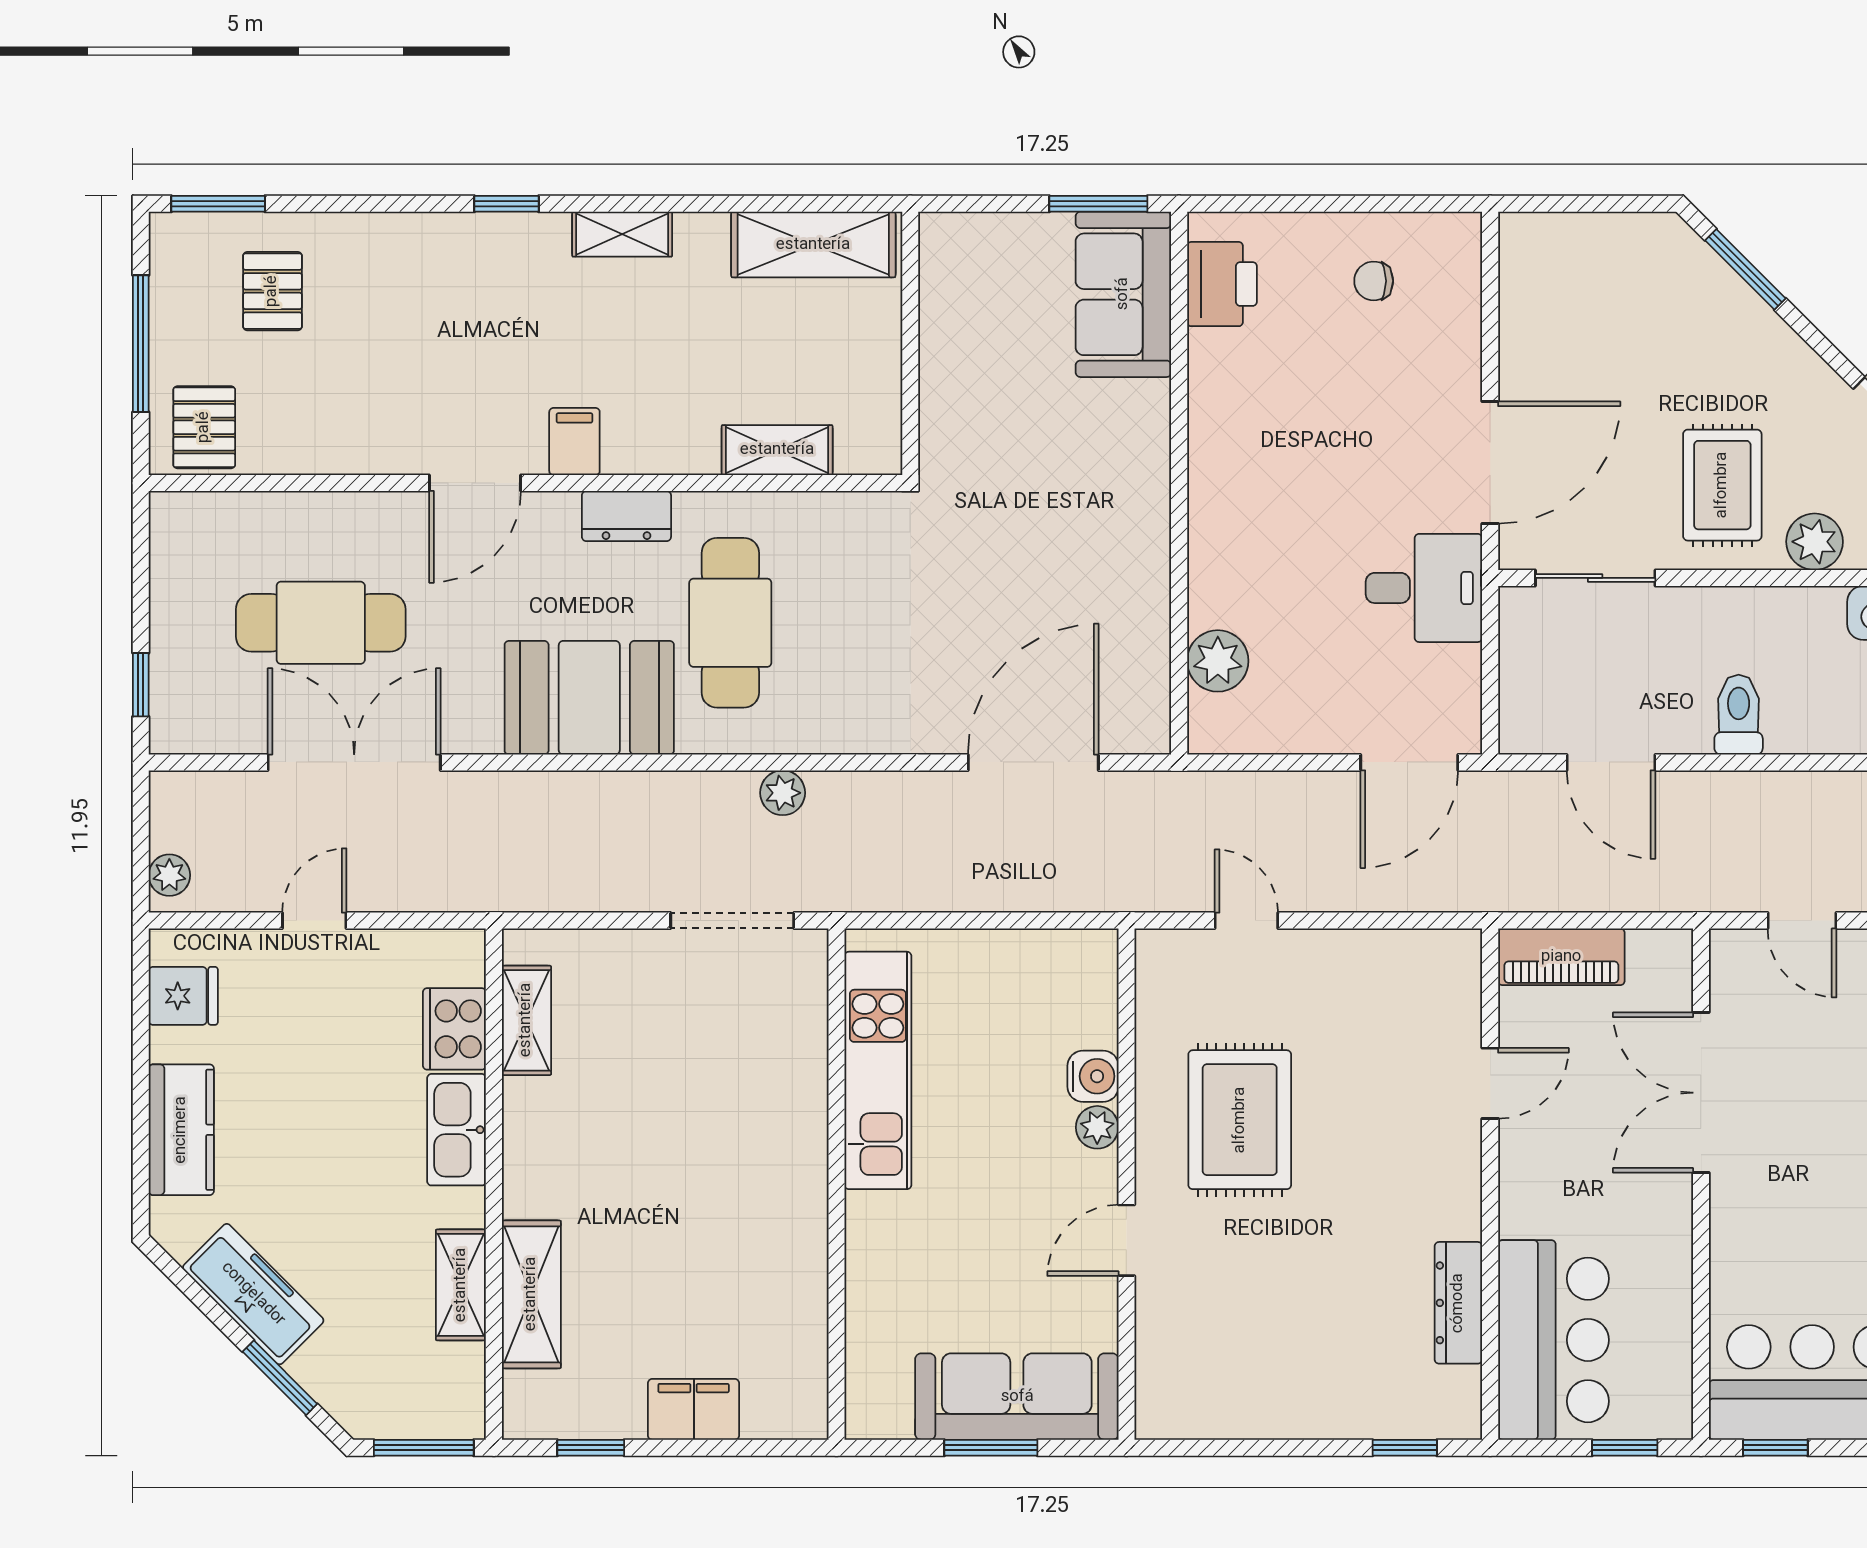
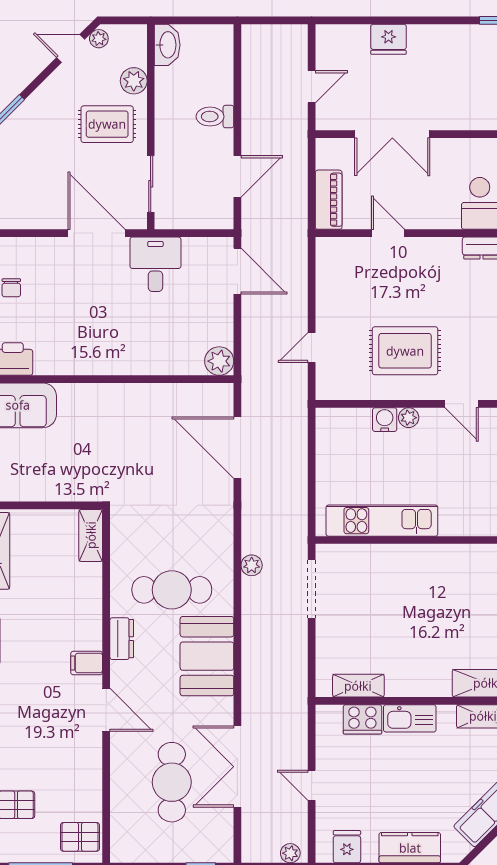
shelving: (777, 450) -> (91, 535), moved
plant: (1218, 661) -> (219, 361), moved

